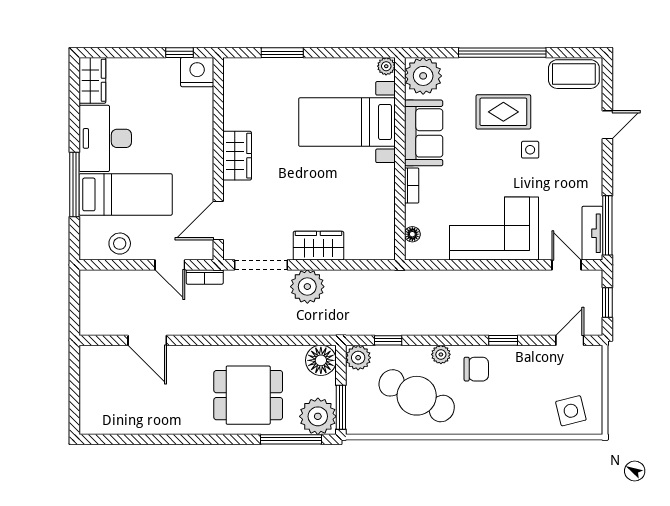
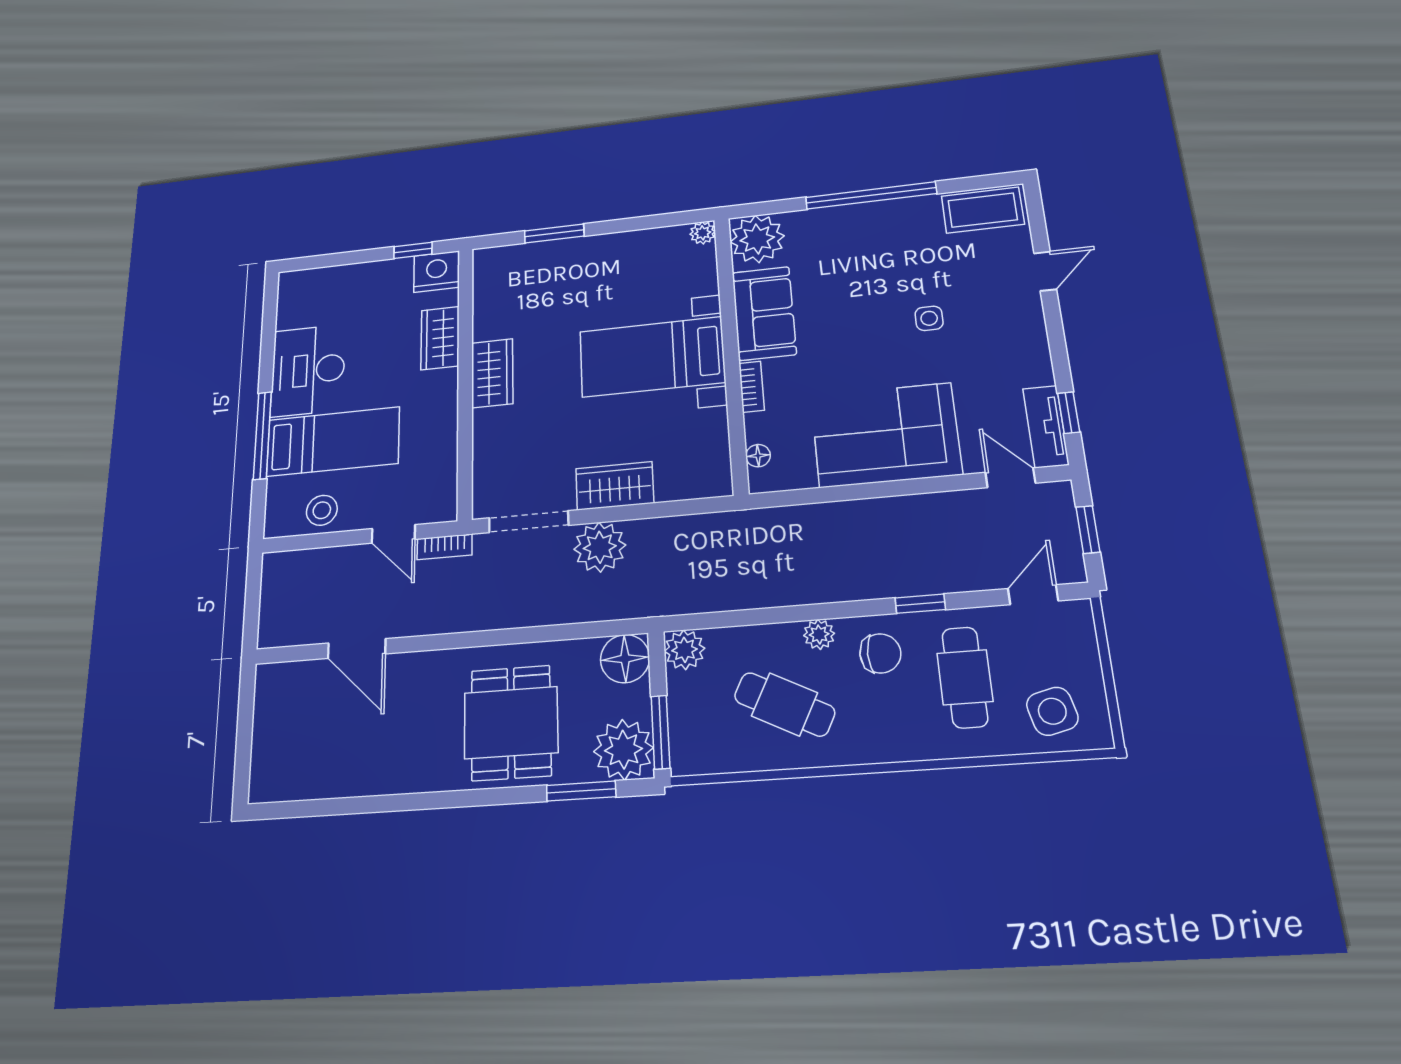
wardrobe: (92, 80) -> (440, 338), moved, turned 180
rug: (503, 112) -> (882, 272), removed
bed with nightstands: (347, 122) -> (652, 357), moved
door: (218, 220) -> (465, 464), removed
window: (607, 225) -> (1069, 413), width x0.46
window: (388, 340) -> (731, 619), removed
cafe table: (524, 387) -> (965, 677), added
dining table: (248, 395) -> (511, 723), turned 90
cafe table: (417, 396) -> (785, 704), width x0.73, depth x0.74
window: (291, 439) -> (581, 791), width x0.69

